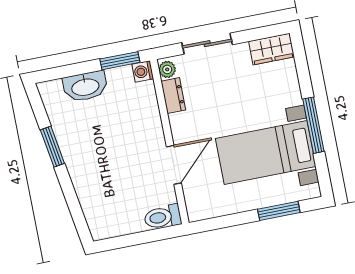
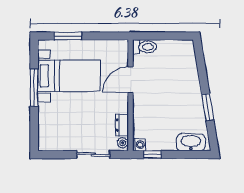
wardrobe: (271, 49) -> (52, 143), removed
window: (120, 61) -> (153, 155), width x0.67
washbasin: (85, 86) -> (191, 142), moved

